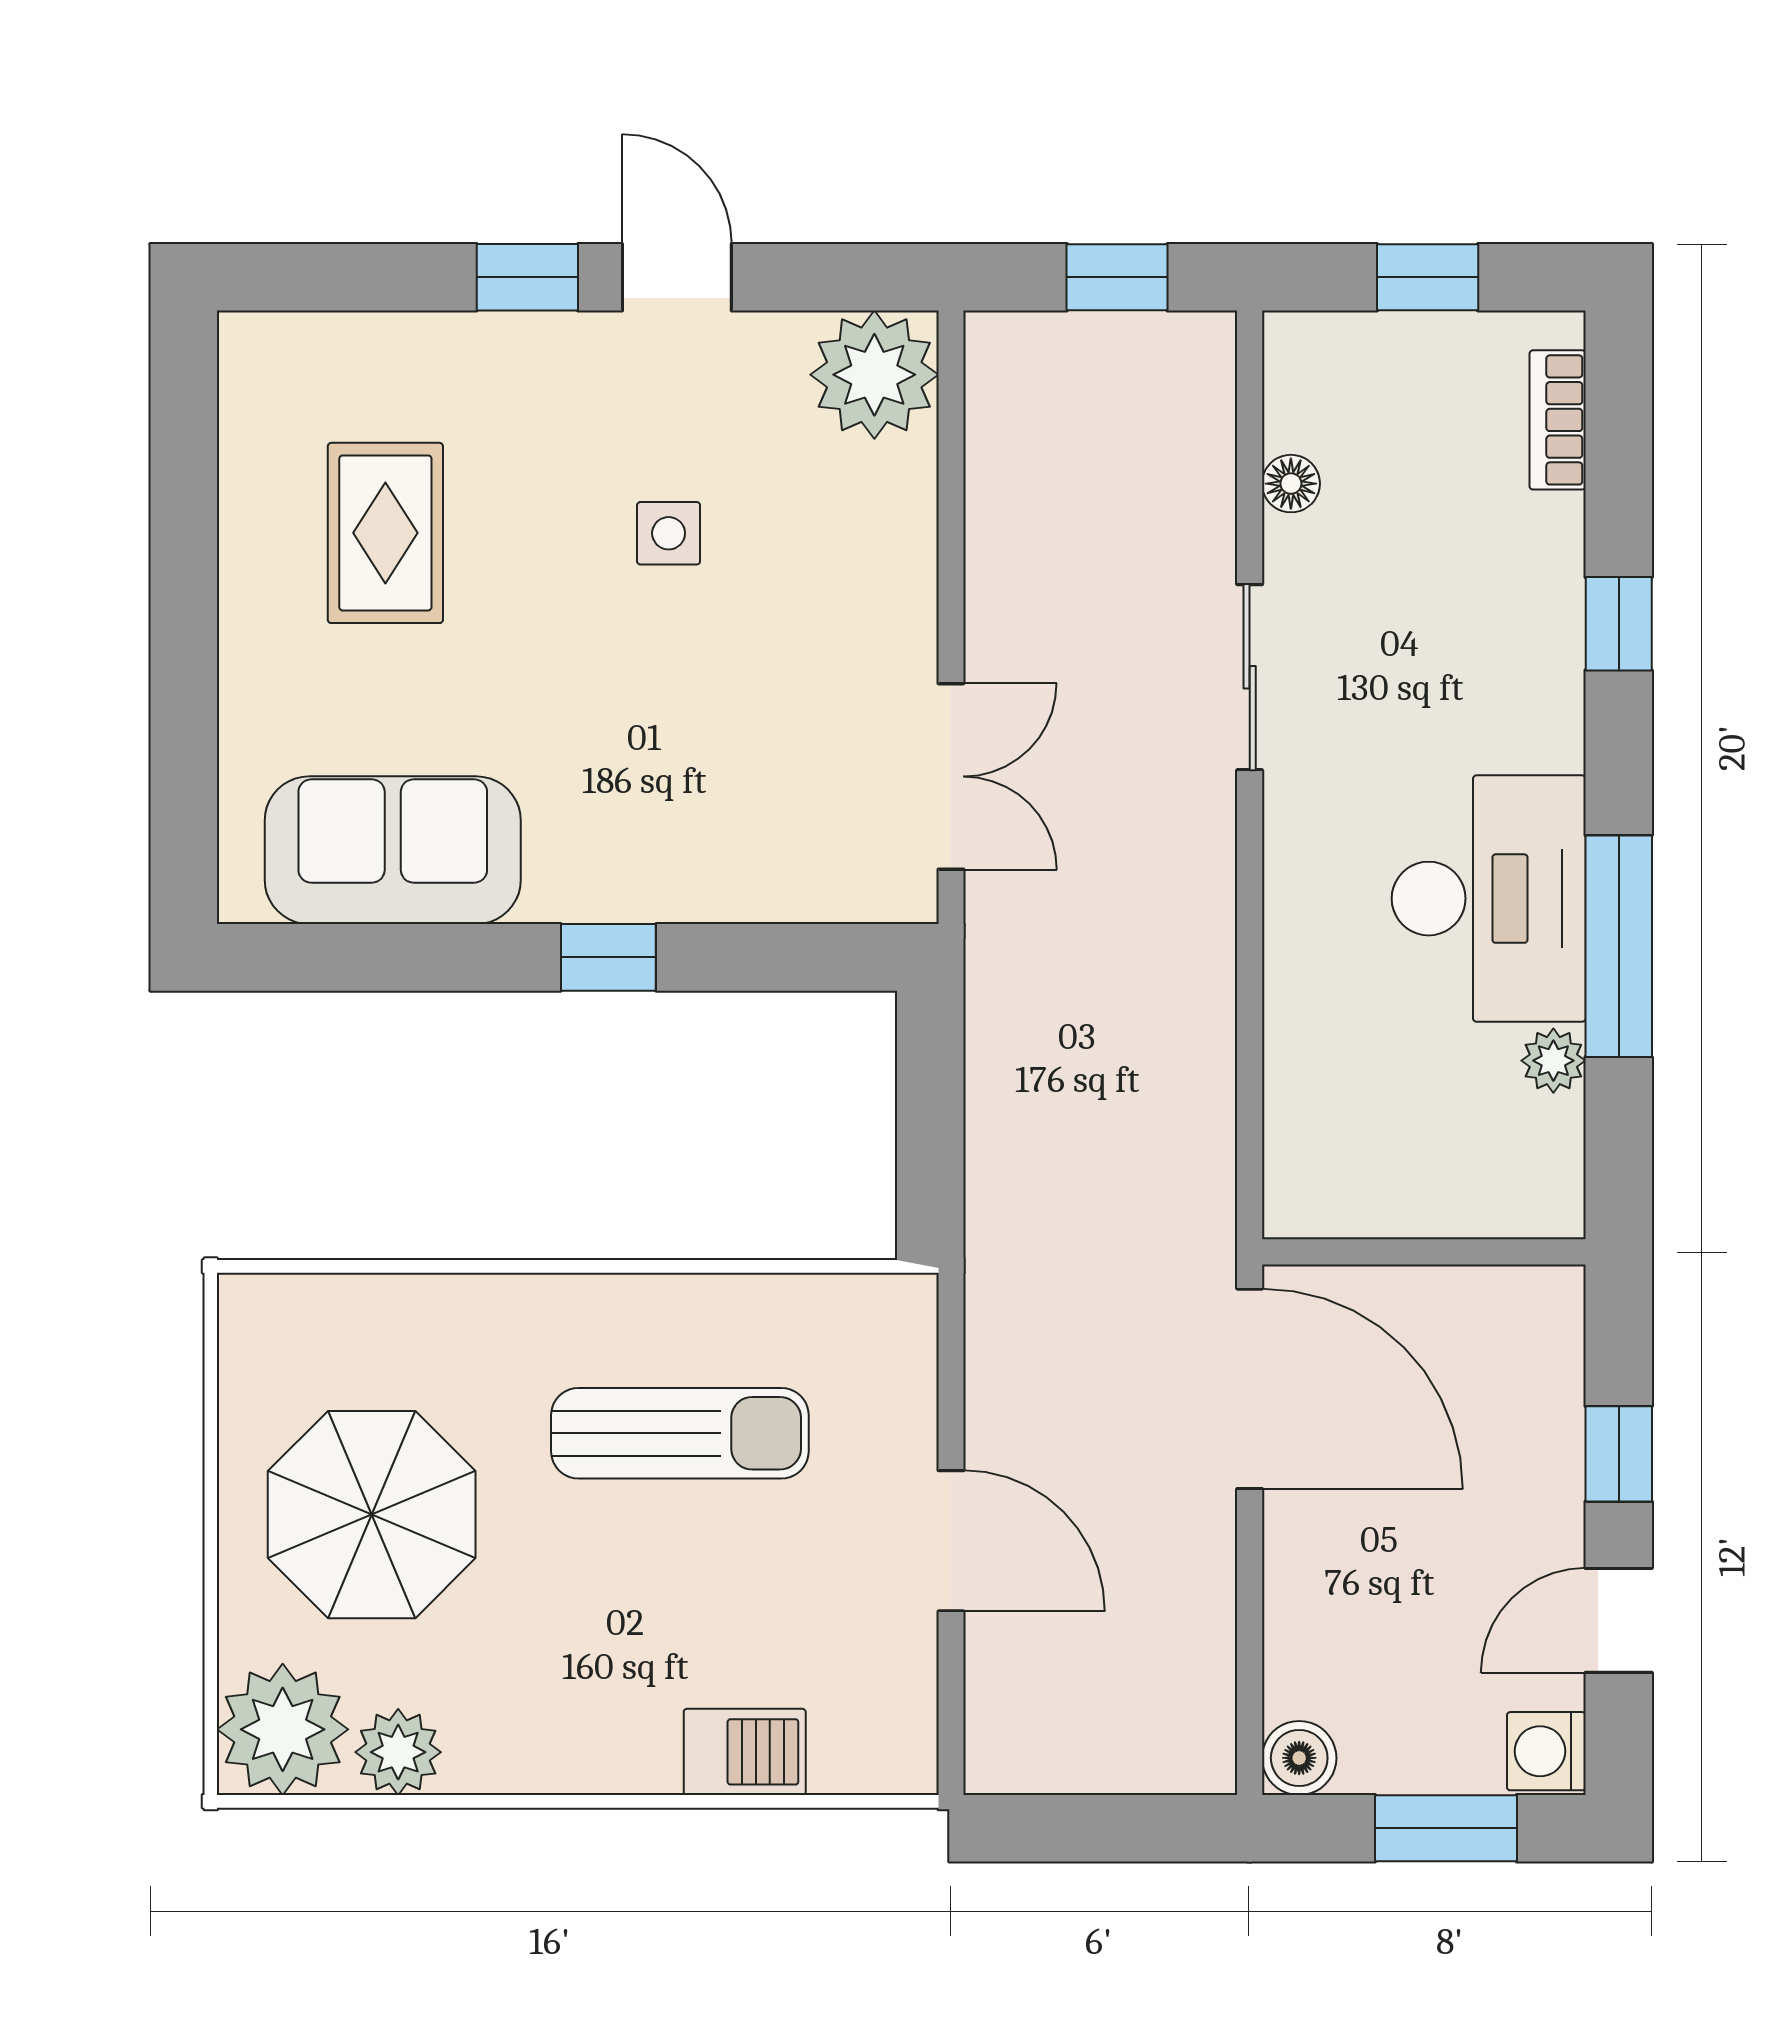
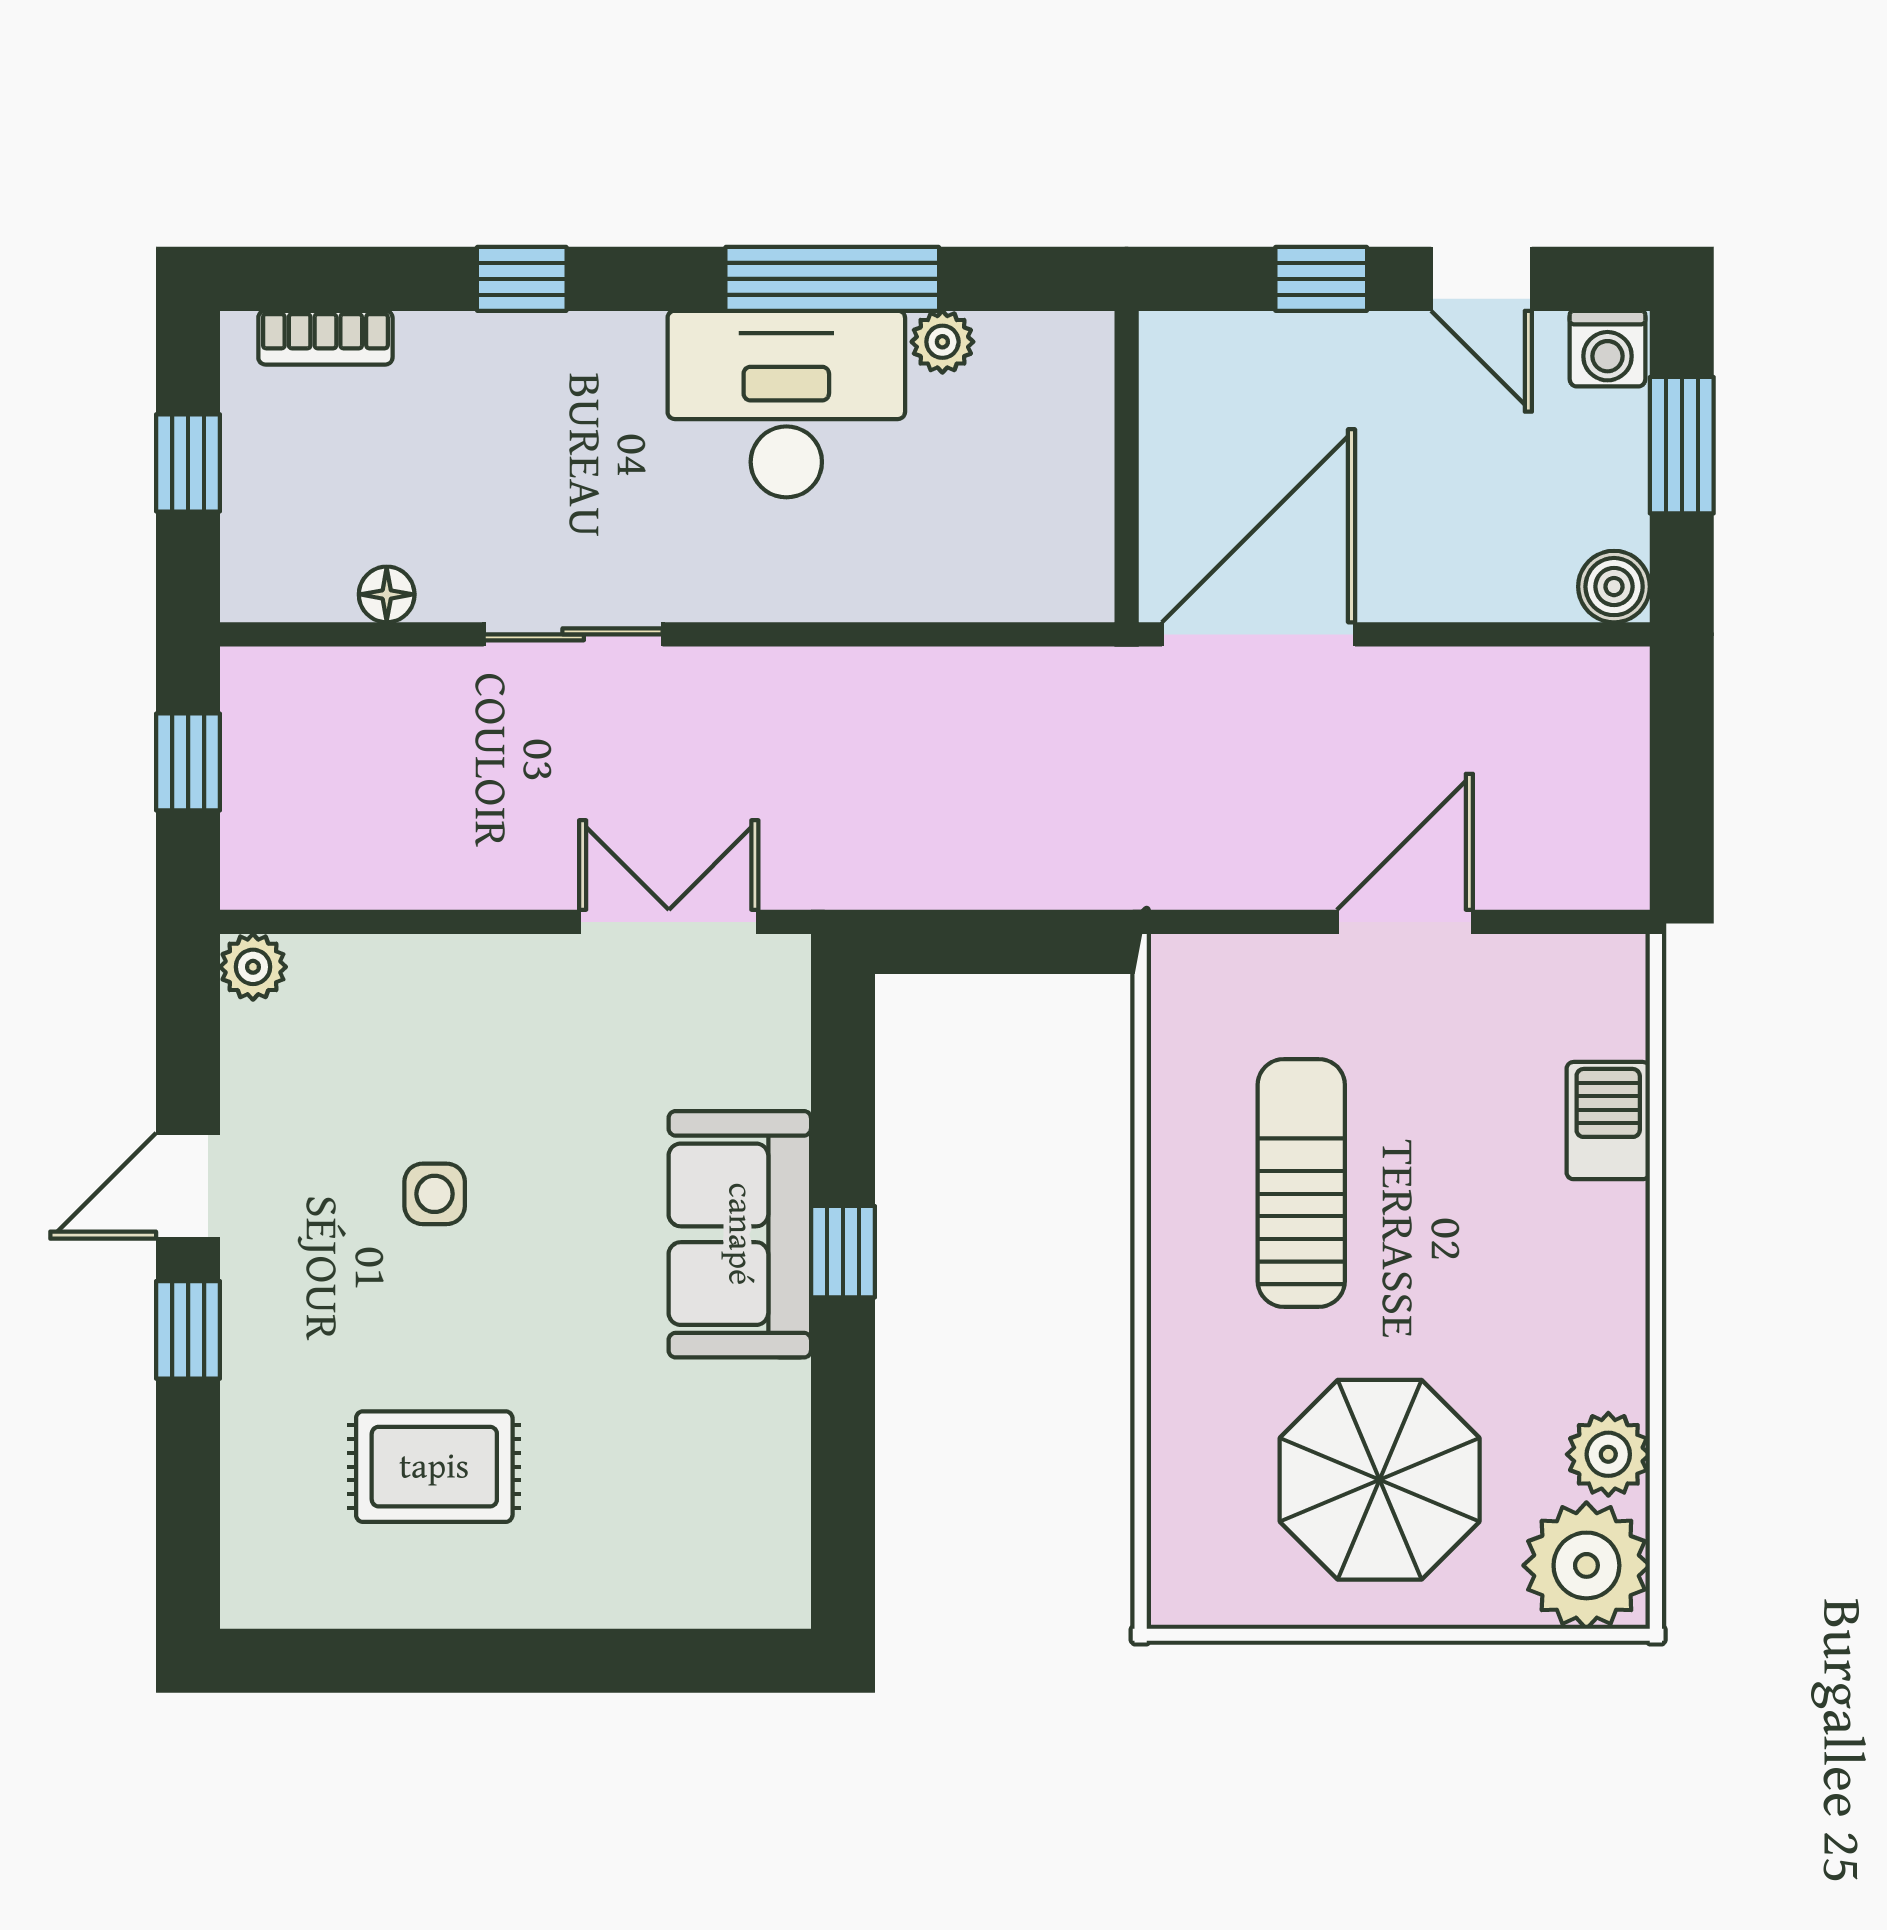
plant: (874, 375) -> (253, 967), width x0.53, depth x0.53
sofa: (393, 850) -> (740, 1234), moved

